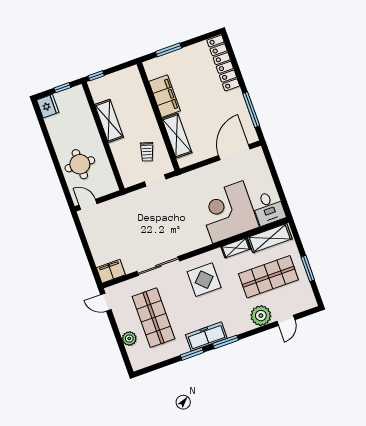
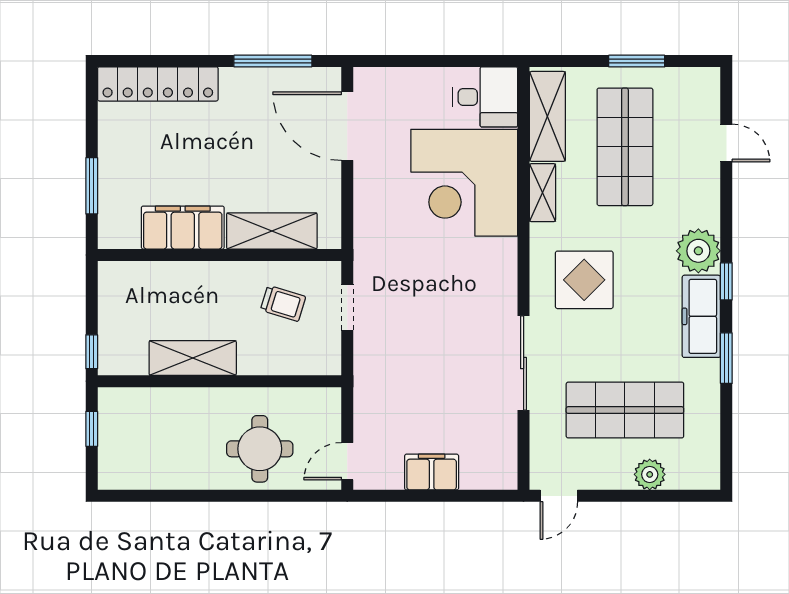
fridge: (48, 106) -> (118, 472), removed
filing cabinet: (111, 271) -> (432, 472), moved, turned 90
plant: (261, 316) -> (698, 251), moved
window: (226, 342) -> (726, 281), width x0.67

